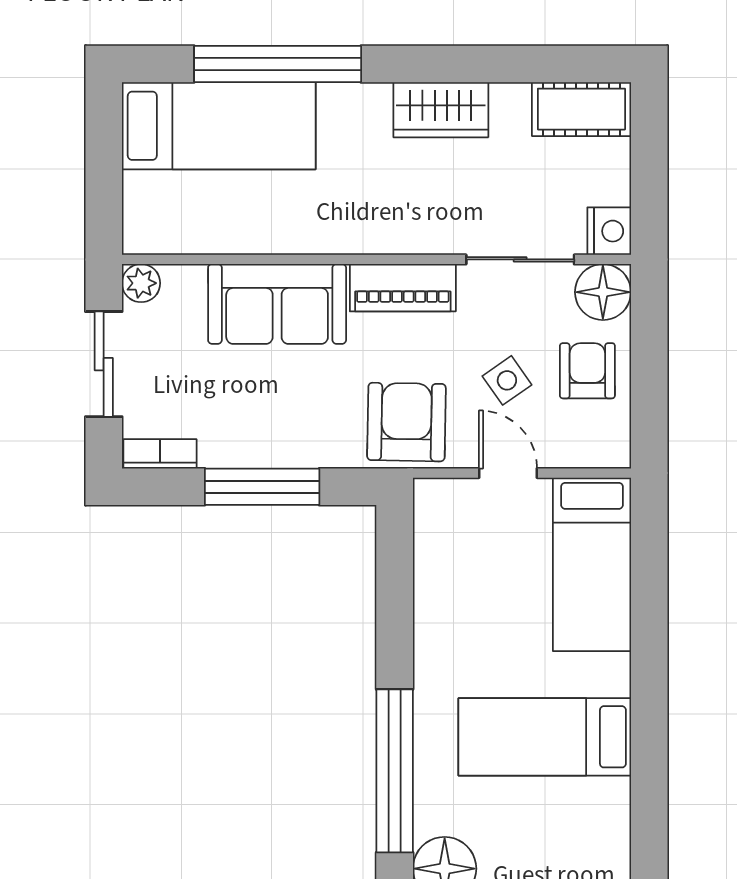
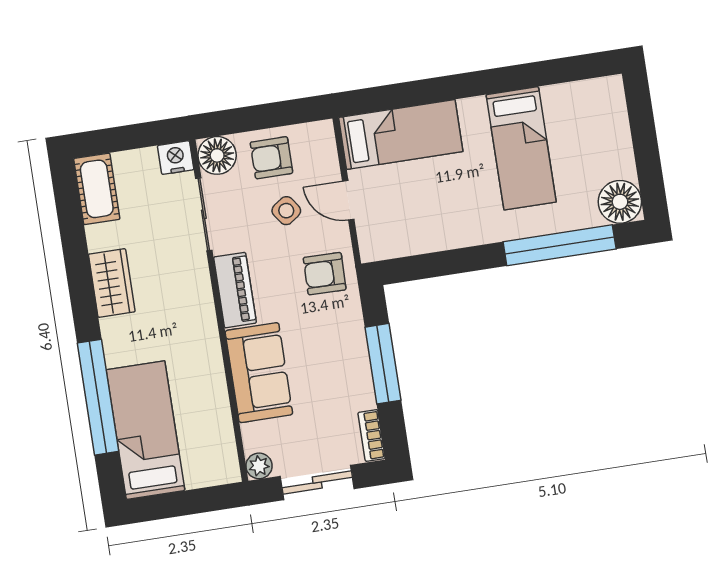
armchair: (406, 422) -> (325, 274), width x0.72, depth x0.72
door: (508, 473) -> (348, 200), hinge flipped

